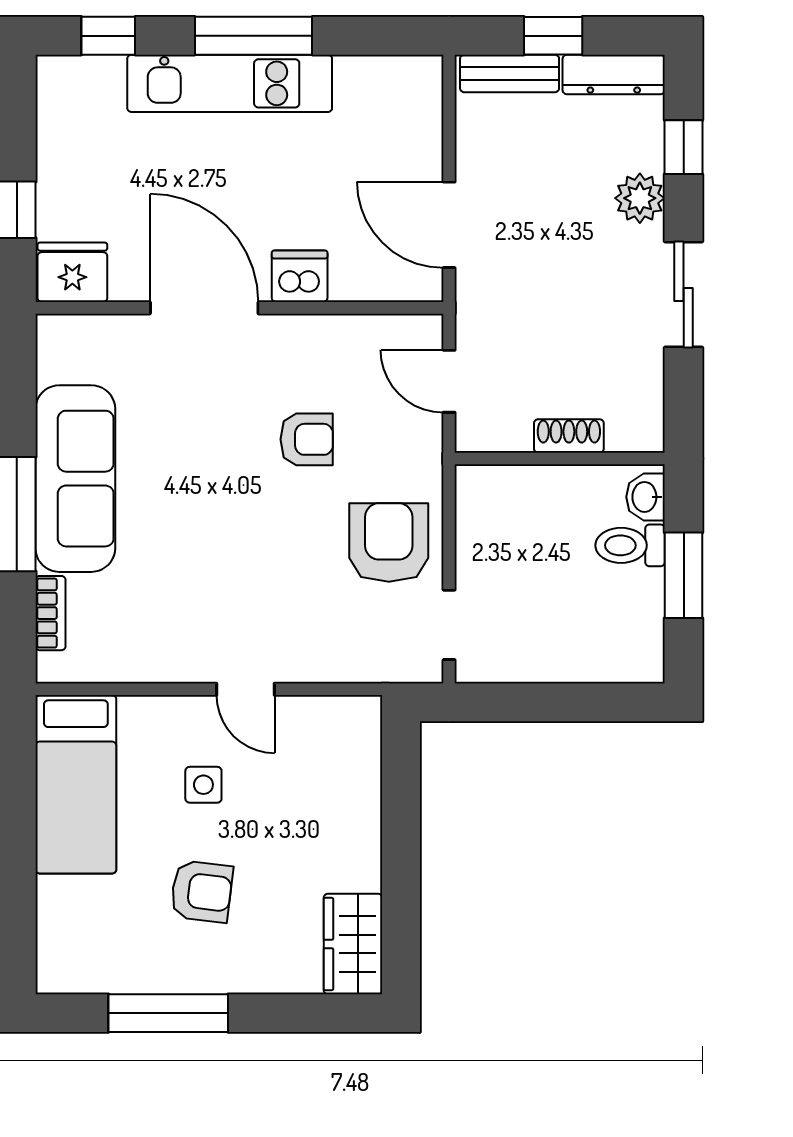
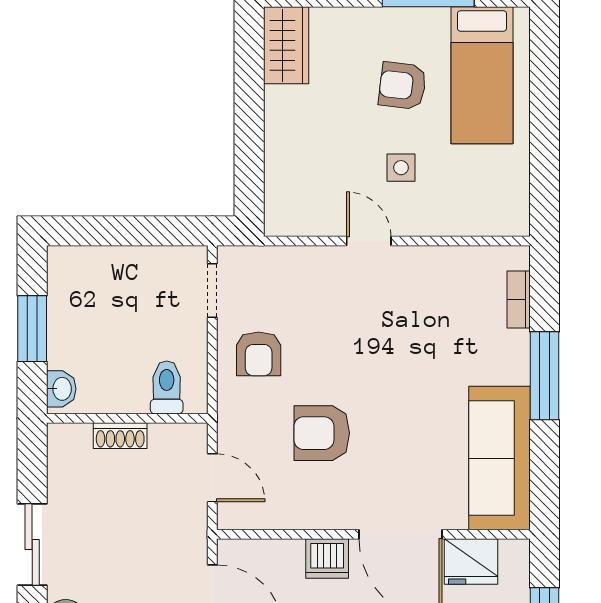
fridge: (72, 272) -> (471, 561), moved
armchair: (307, 439) -> (322, 433), width x1.38, depth x1.38
sofa: (75, 479) -> (499, 458), moved
armchair: (389, 542) -> (259, 354), width x0.72, depth x0.72
toilet: (630, 545) -> (167, 387), moved, turned -90
bed: (76, 784) -> (482, 75), moved, turned 180

